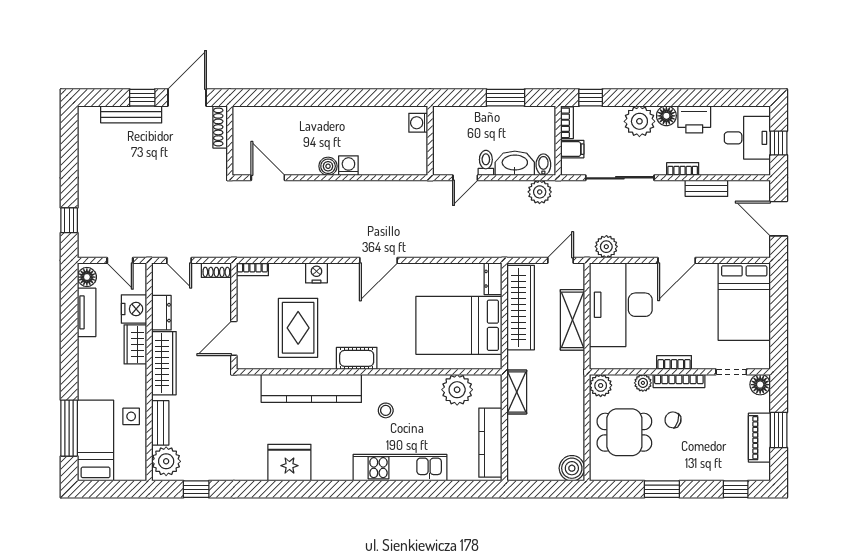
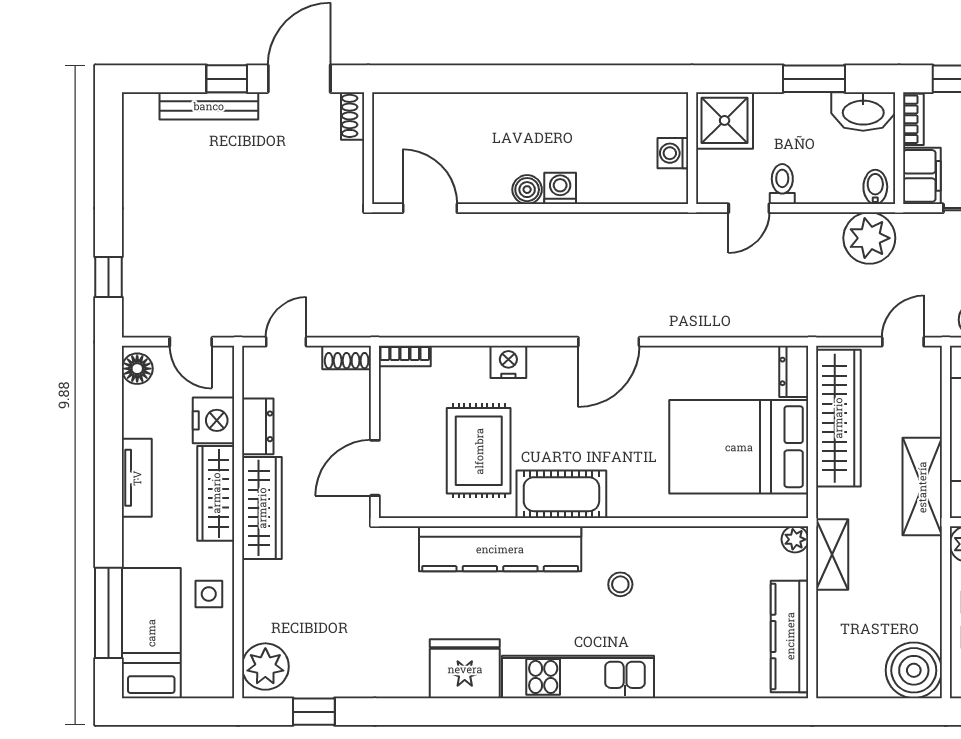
washing machine: (418, 123) -> (673, 153), moved
shower: (450, 123) -> (725, 120), added
shoe rack: (220, 127) -> (353, 116), width x0.70
filing cabinet: (572, 149) -> (922, 176), width x2.00
washbasin: (515, 163) -> (863, 111), moved, turned 180
plant: (540, 192) -> (869, 238), width x1.36, depth x1.36
door: (179, 260) -> (286, 342), swing flipped
tv unit: (87, 312) -> (137, 478), moved
shelving: (572, 320) -> (922, 487), moved
wardrobe: (135, 344) -> (216, 493), width x1.50
cot: (357, 358) -> (561, 494), width x1.37, depth x1.34
plant: (457, 390) -> (795, 539), moved, width x0.53, depth x0.53
bench: (160, 423) -> (256, 604), removed
kitchen unit: (400, 468) -> (578, 677), moved
boiler: (572, 468) -> (914, 670), width x1.37, depth x1.37

